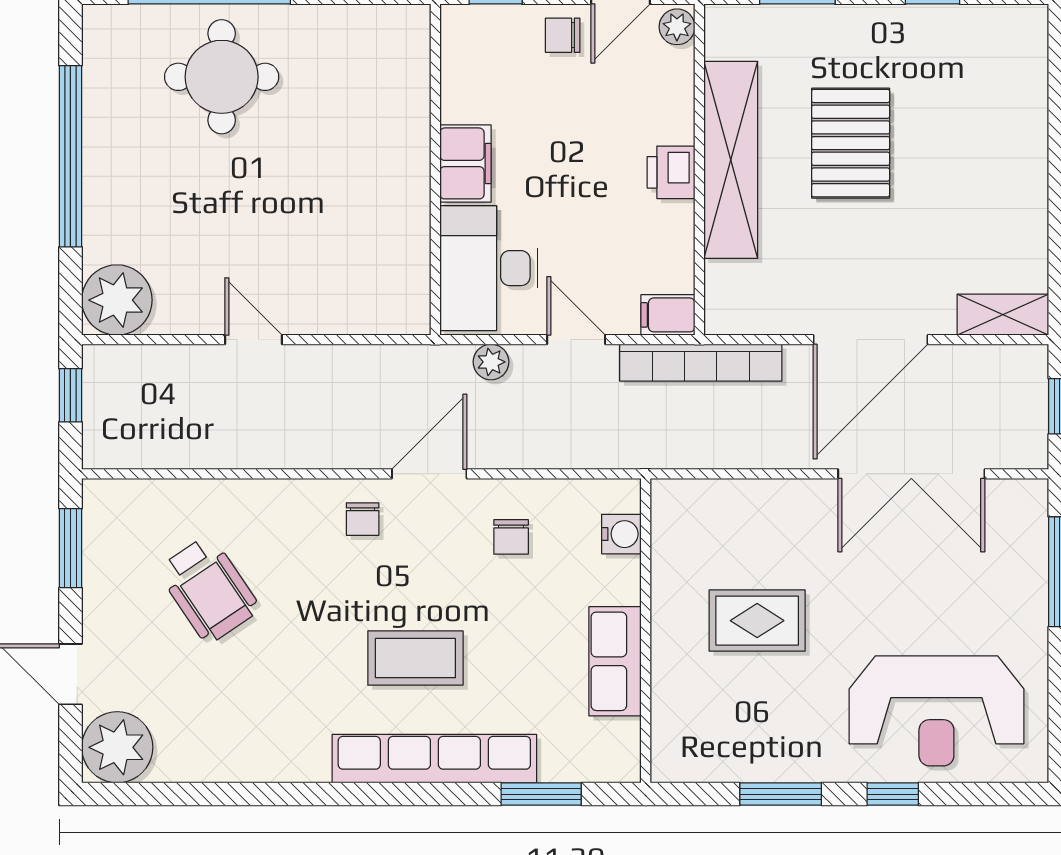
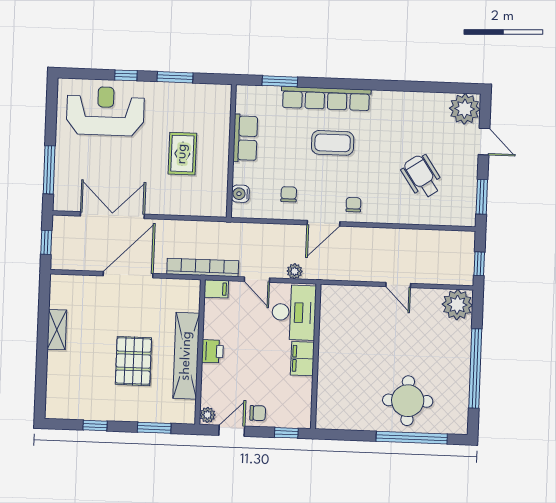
shelving: (1003, 315) -> (57, 330), moved, turned 90
rug: (757, 621) -> (182, 154), turned 90

